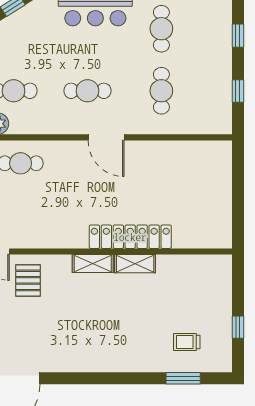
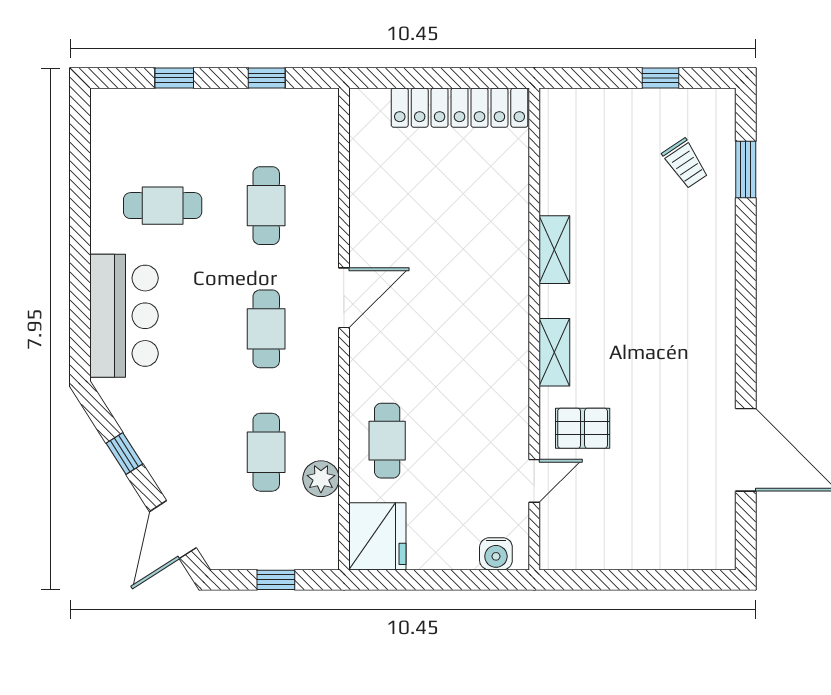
cafe table: (161, 91) -> (266, 206), turned 90
locker: (130, 237) -> (460, 108), moved, turned -90
shelving: (93, 264) -> (554, 352), moved
trolley: (187, 342) -> (685, 163), turned -34

